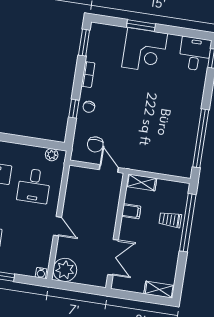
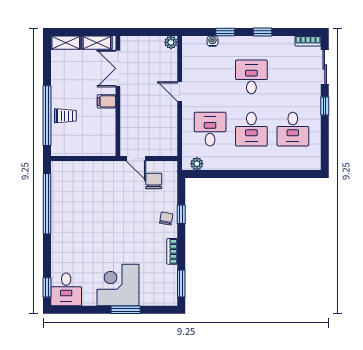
shelving: (141, 182) -> (97, 43), moved
filing cabinet: (131, 211) -> (107, 101), moved
plant: (65, 270) -> (171, 42), width x0.53, depth x0.53
water cooler: (41, 273) -> (213, 41), moved

